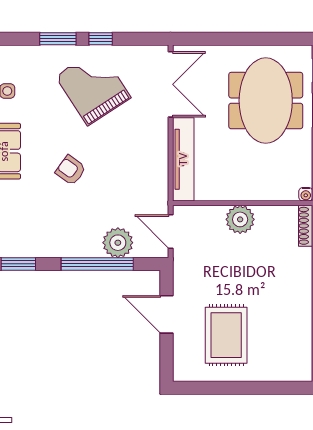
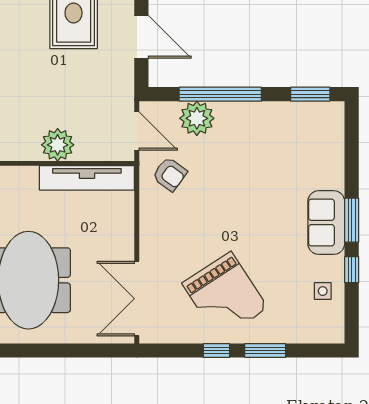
tv unit: (183, 159) -> (87, 178), moved, turned -90
armchair: (71, 170) -> (170, 174), moved

